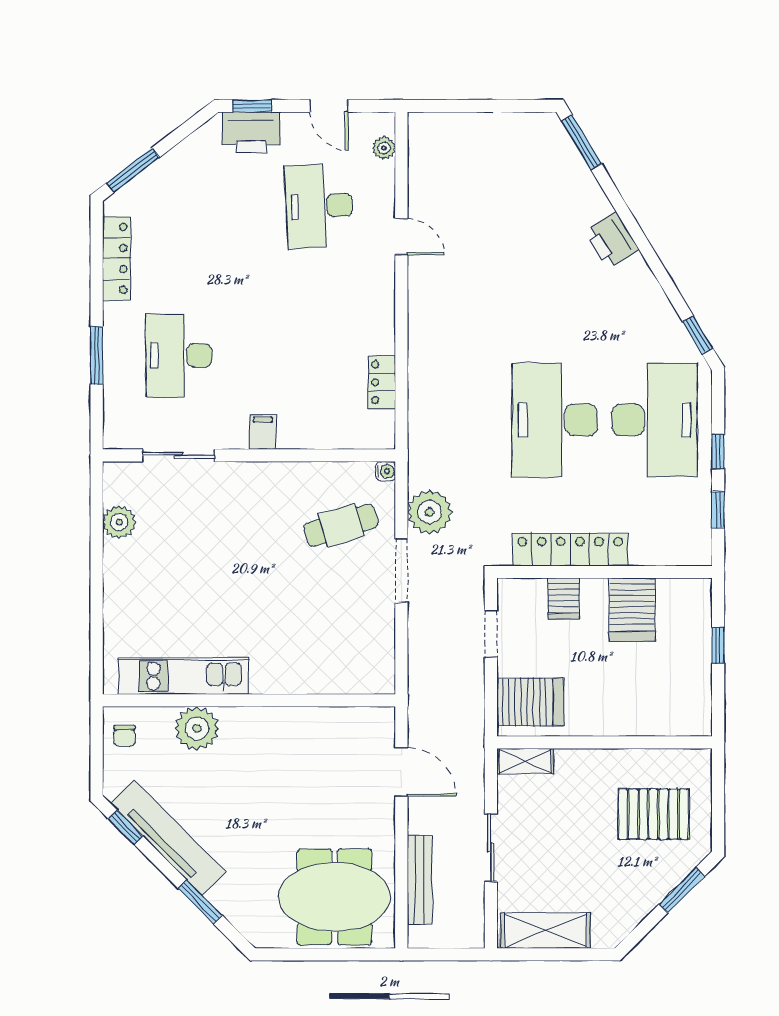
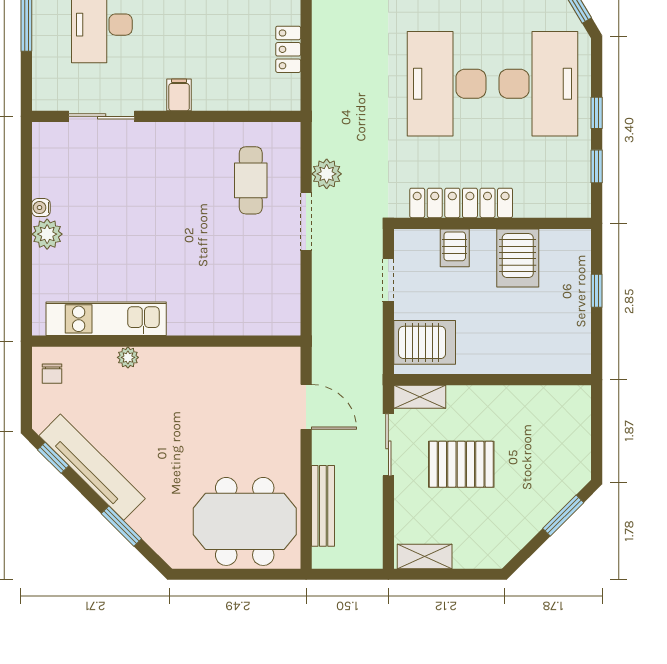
water cooler: (385, 471) -> (41, 208), moved, turned 180
plant: (430, 512) -> (327, 174), width x0.73, depth x0.73
plant: (119, 522) -> (47, 234), moved
cafe table: (341, 525) -> (251, 180), turned -73
plant: (197, 728) -> (128, 357), width x0.53, depth x0.53
pallet: (653, 814) -> (461, 464), moved
sliding door: (491, 848) -> (388, 445), moved
shelving: (545, 931) -> (425, 556), width x0.67, depth x0.75

